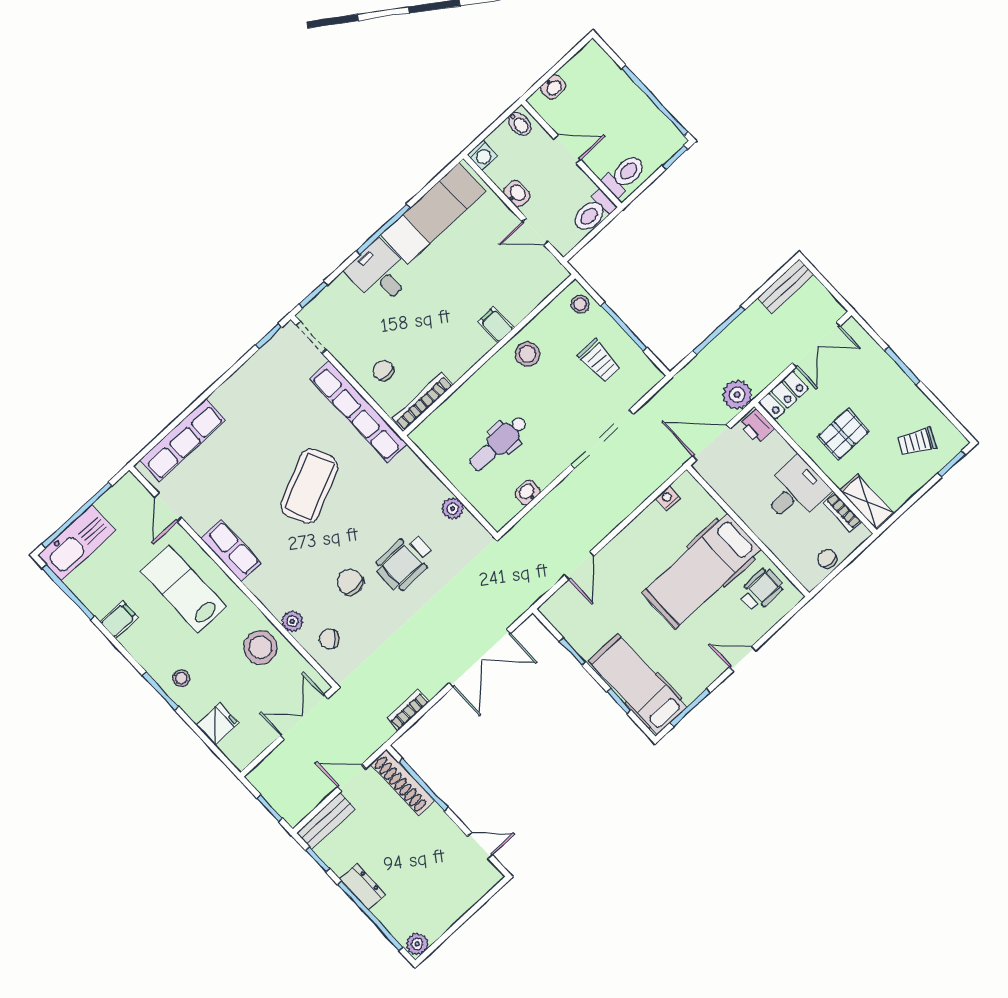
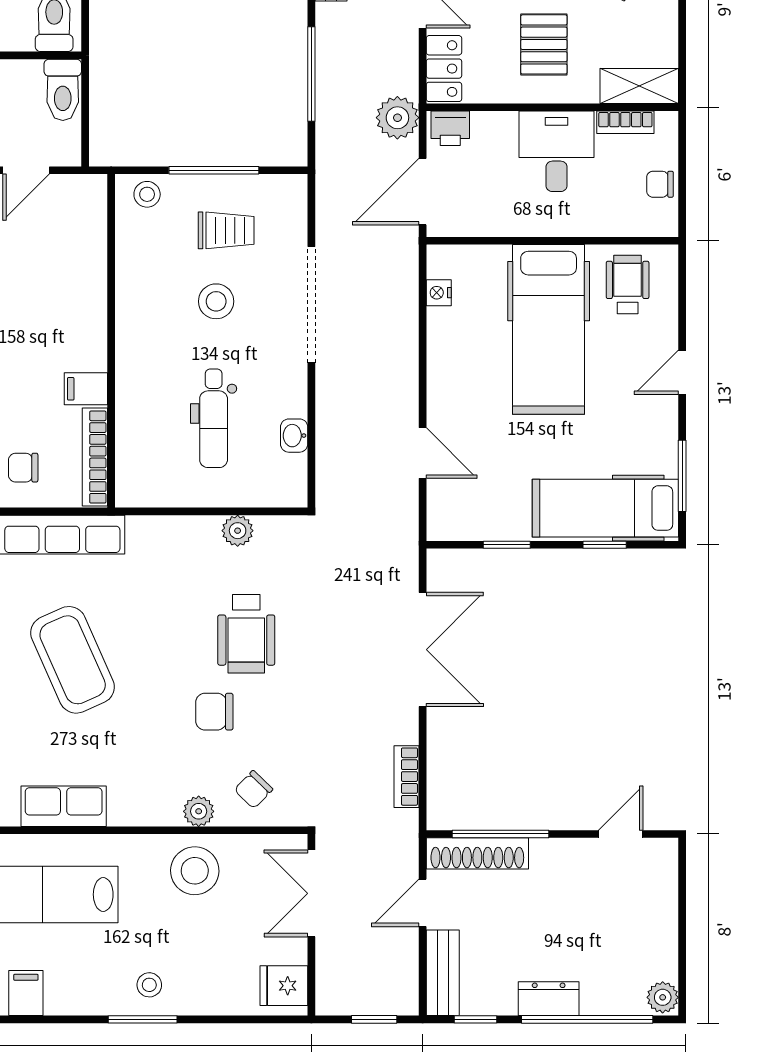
filing cabinet: (496, 325) -> (86, 389), moved
stool: (527, 354) -> (216, 301), moved
fridge: (217, 724) -> (284, 986), moved, turned -90

